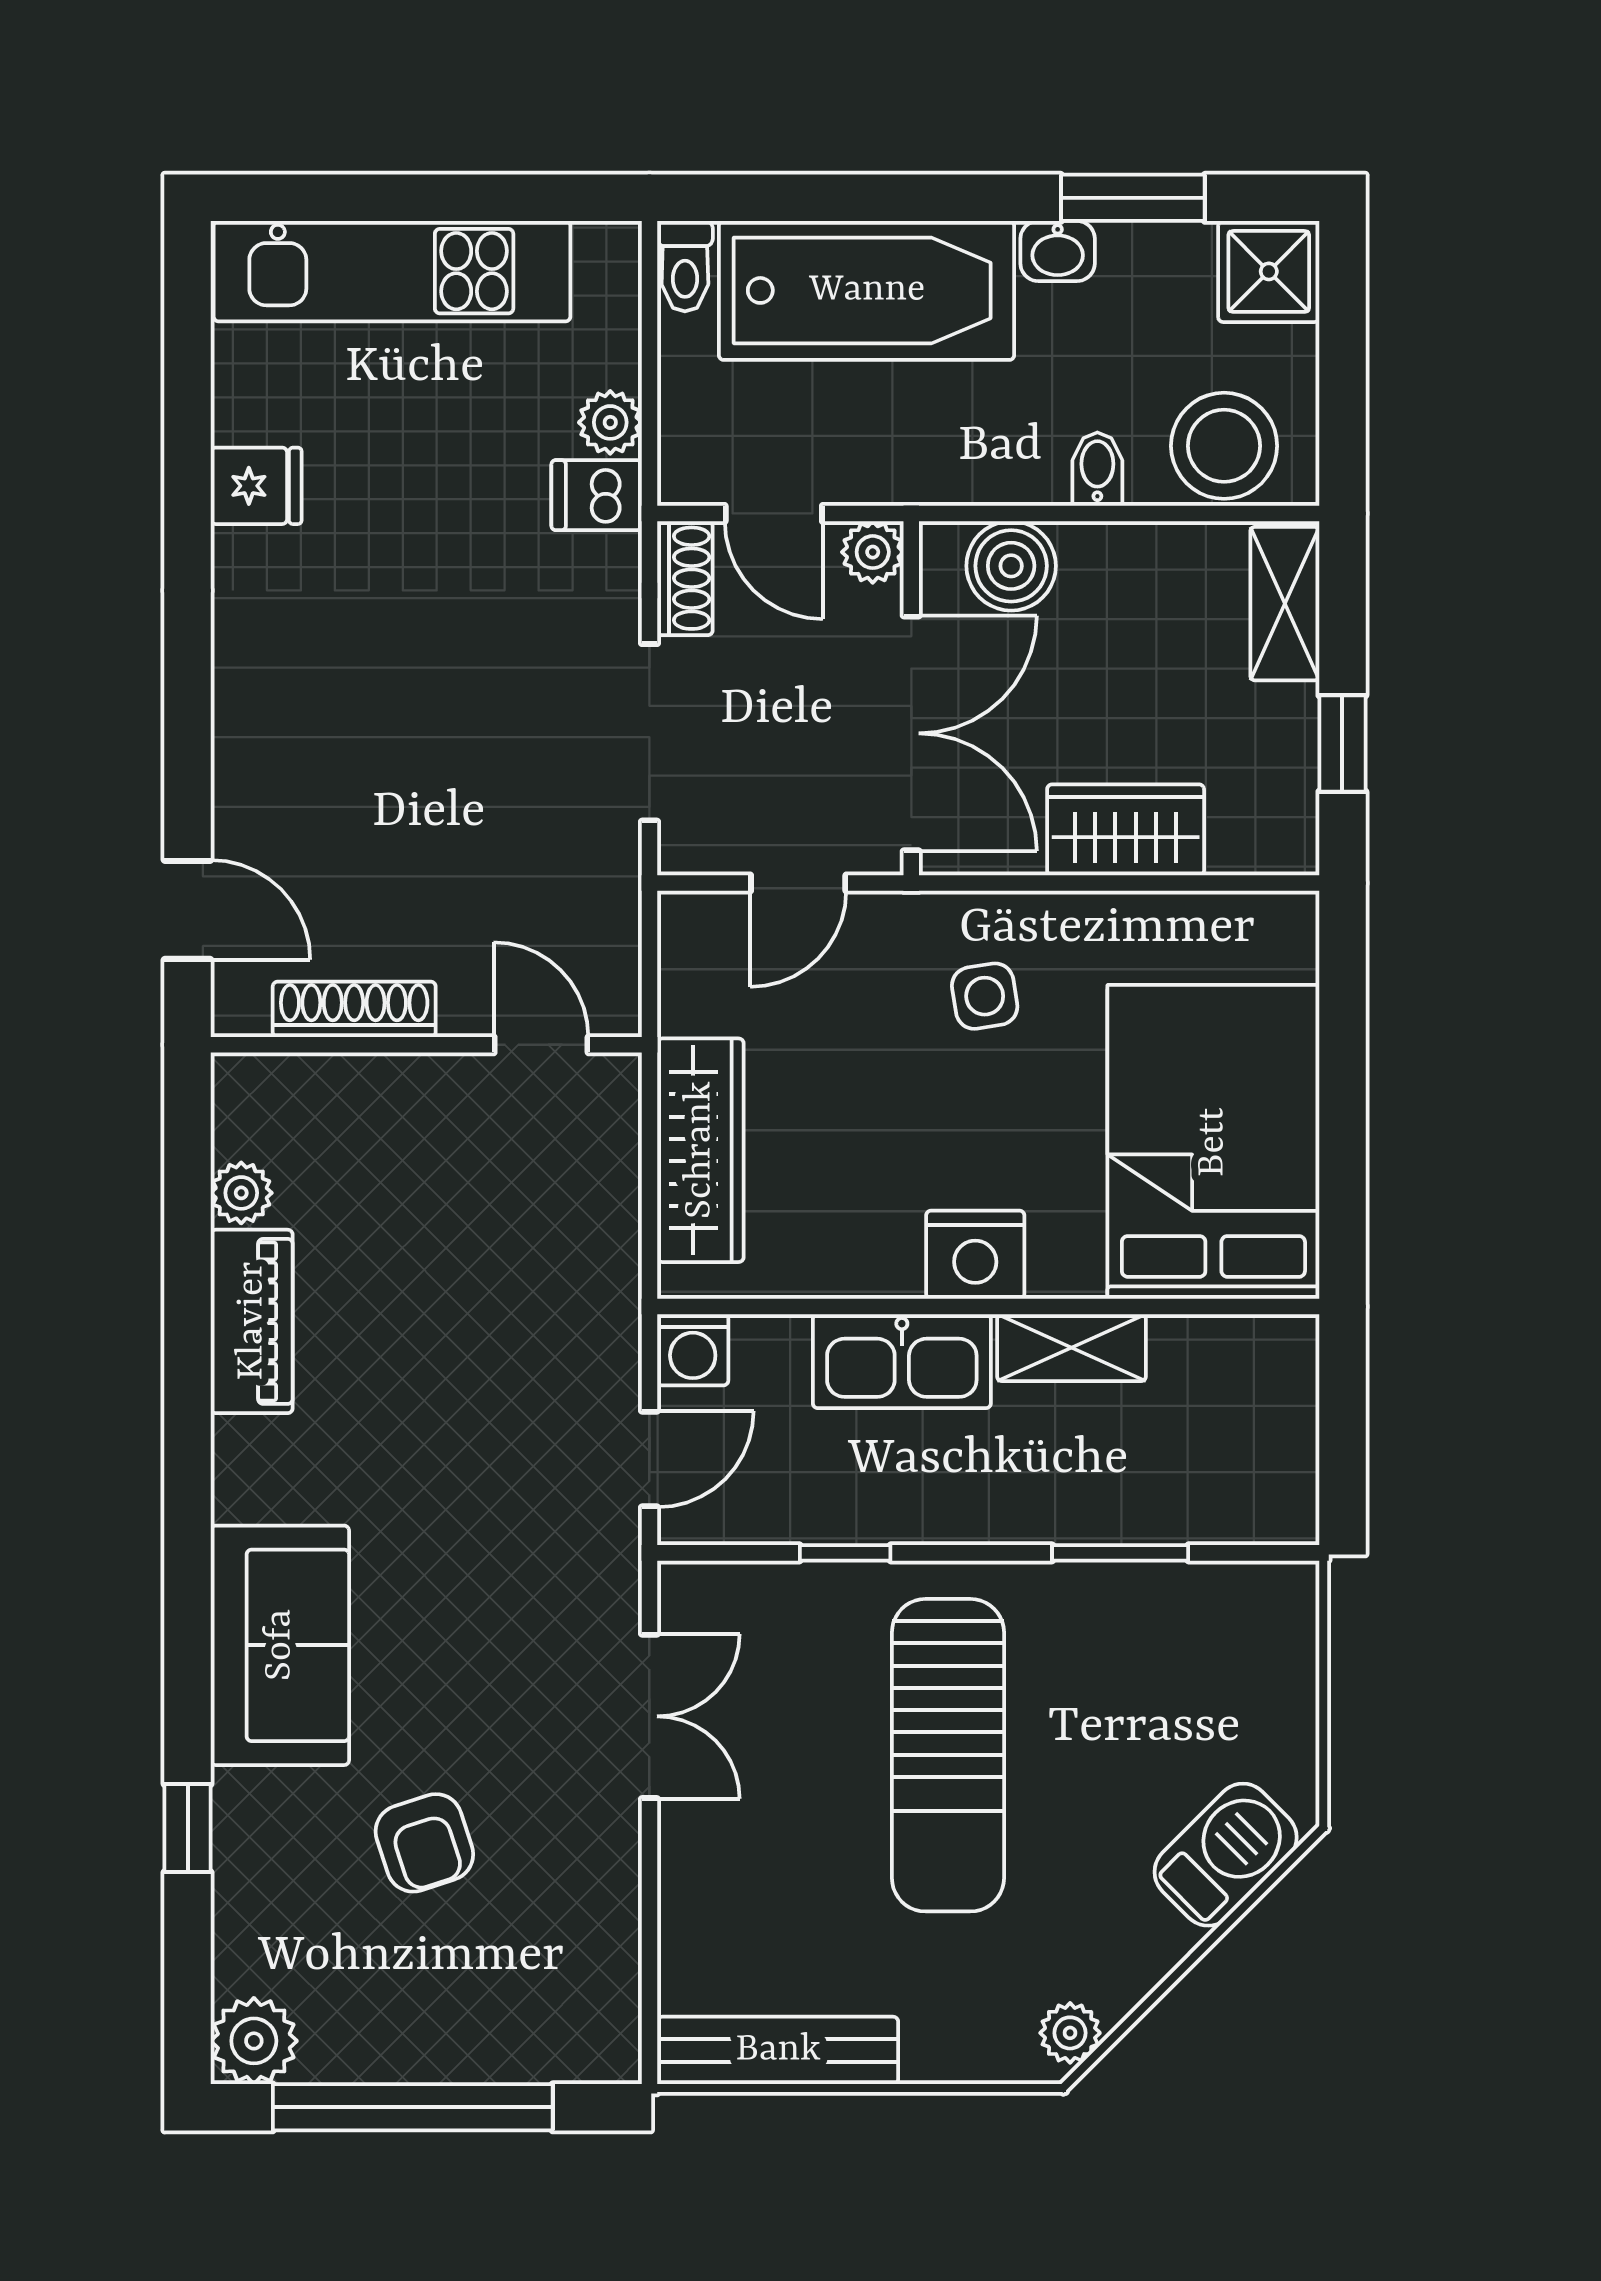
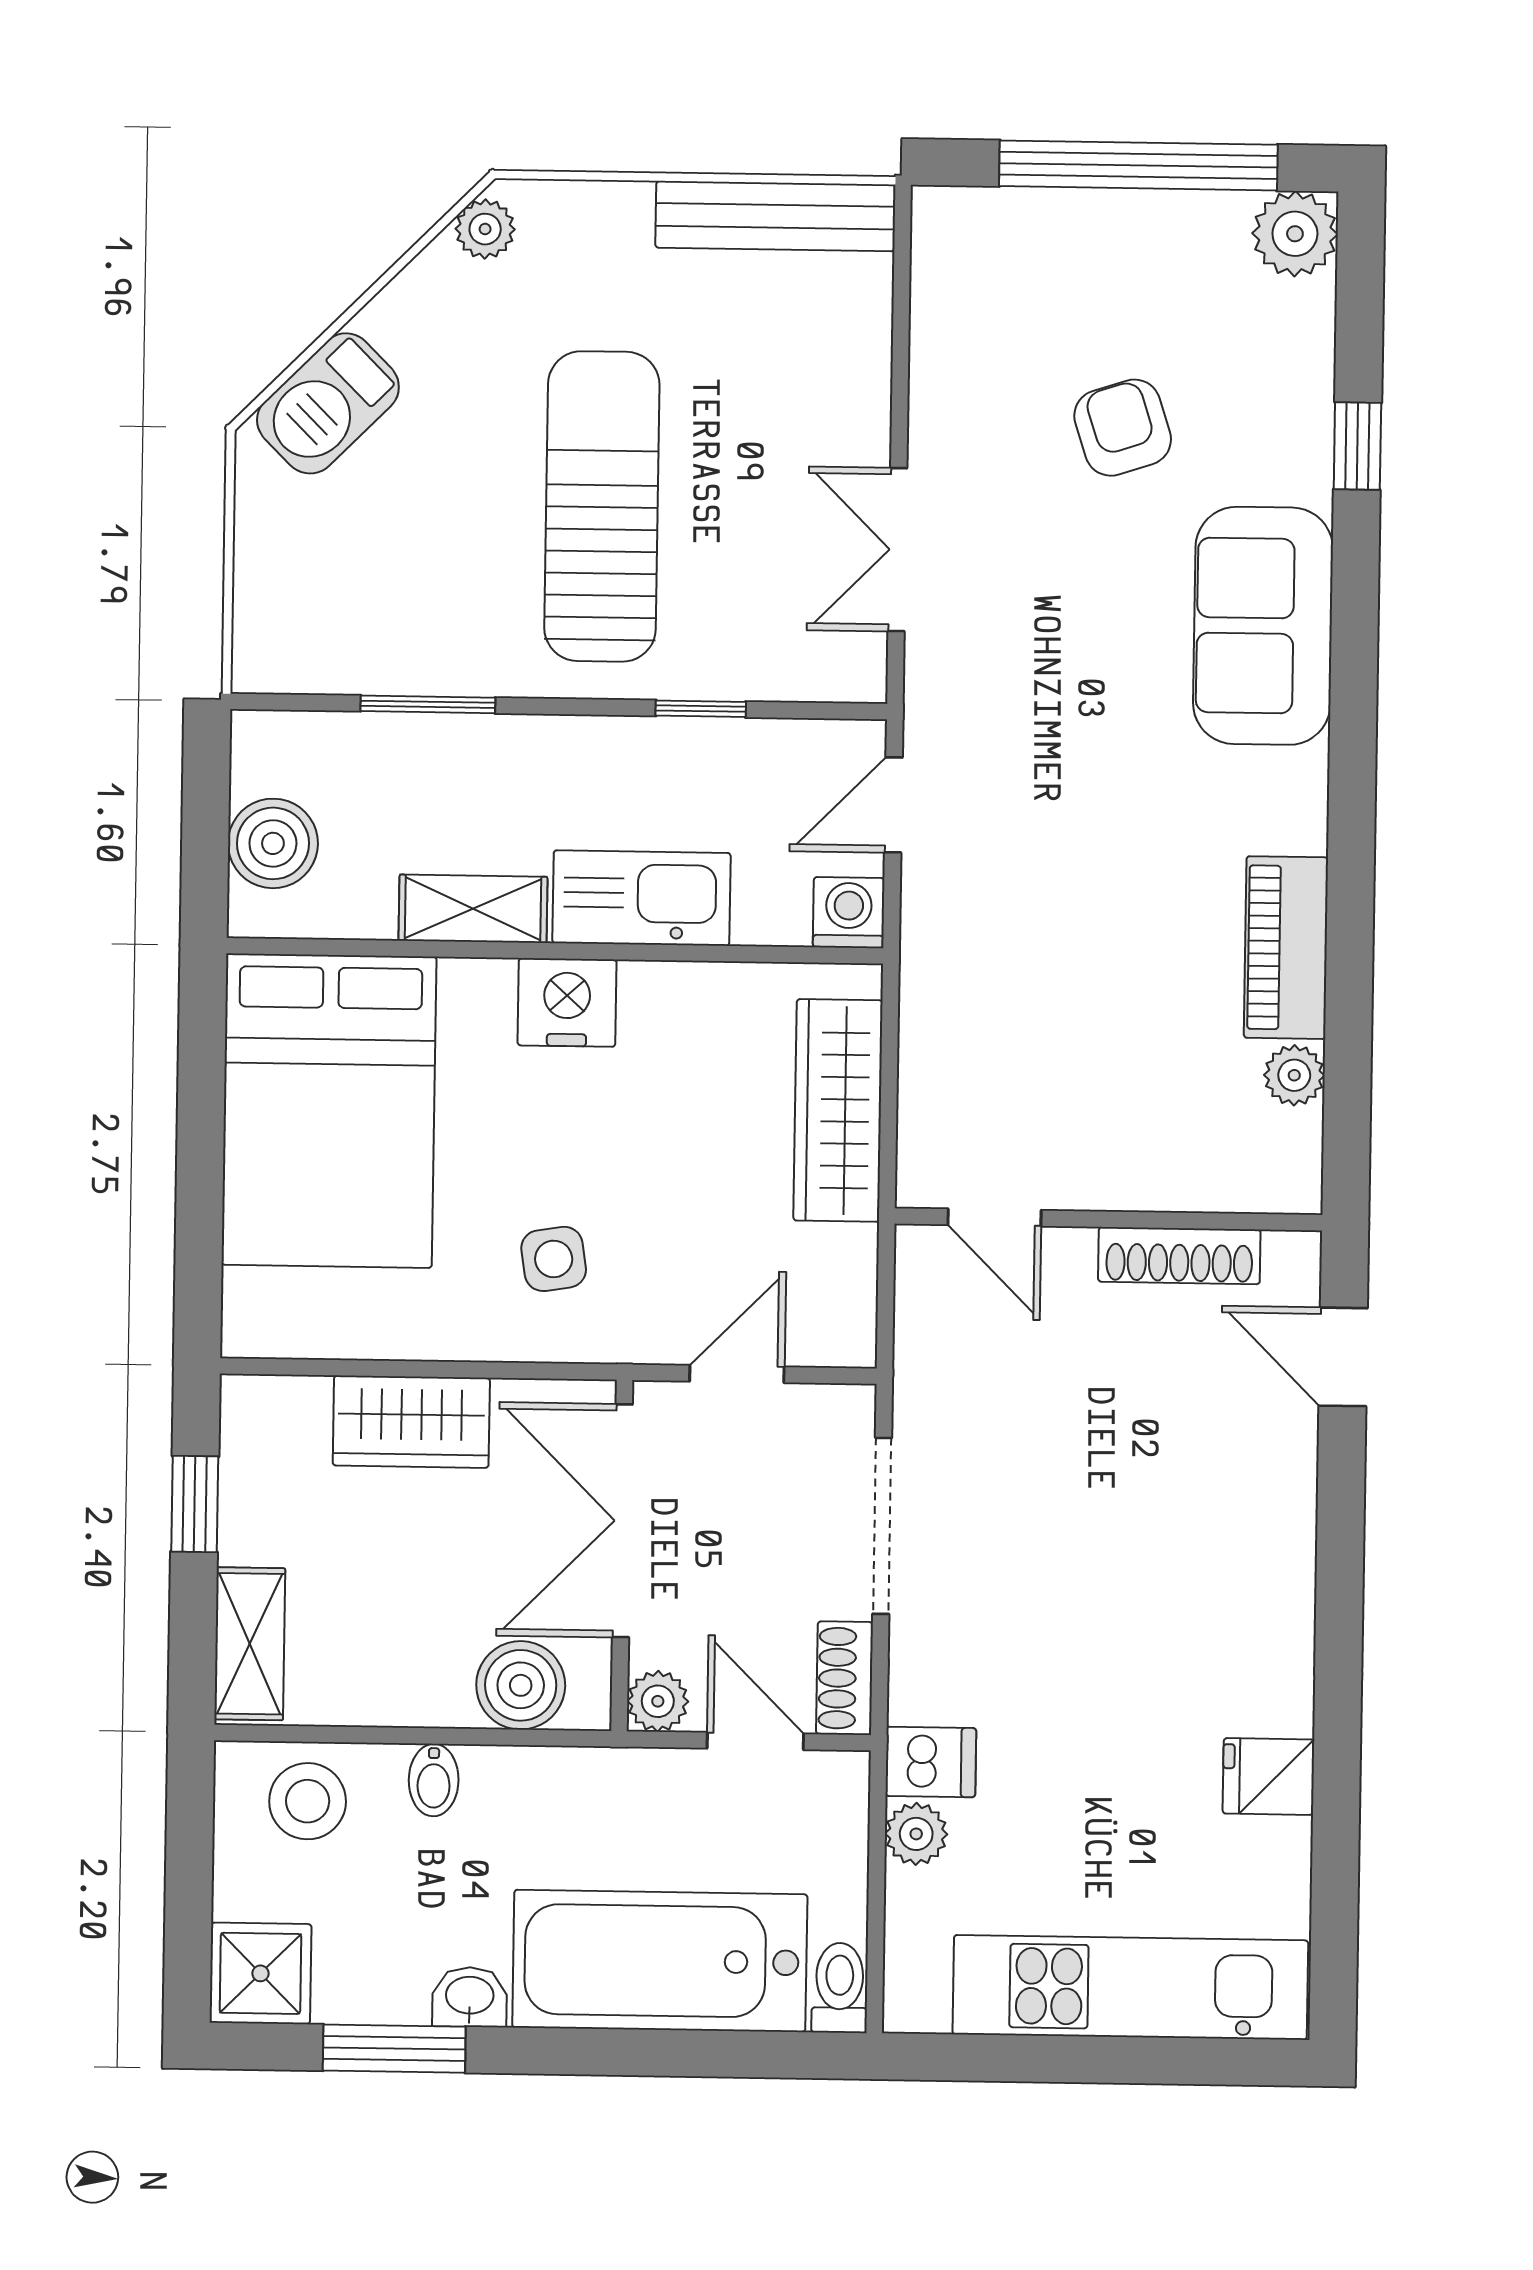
stool: (1224, 446) -> (308, 1801), width x0.73, depth x0.73
boiler: (1274, 1410) -> (273, 843), added

